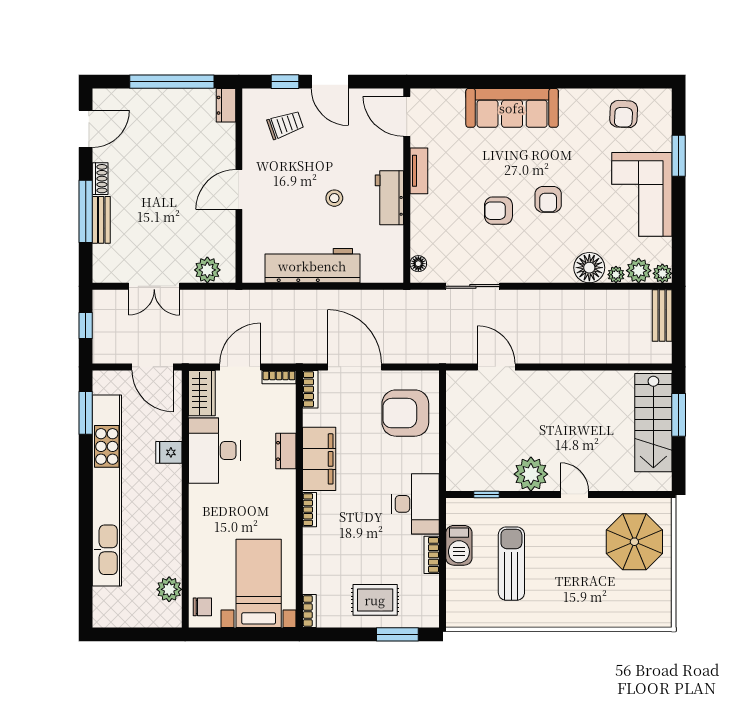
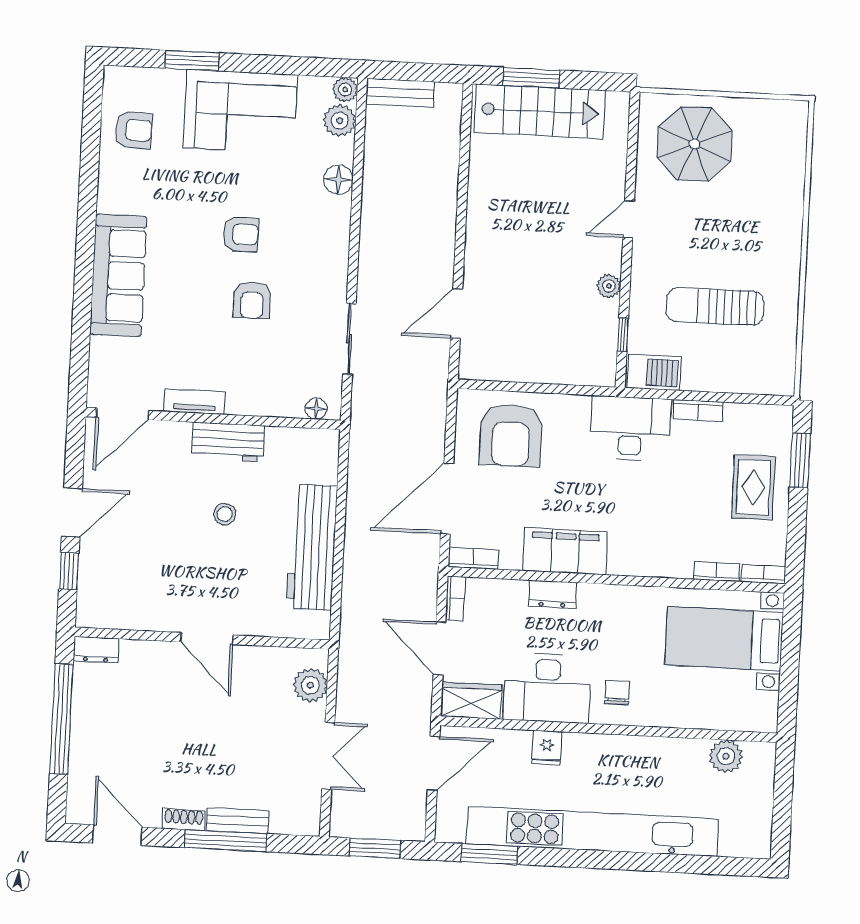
trolley: (285, 125) -> (125, 574), removed
floor lamp: (589, 268) -> (338, 180), width x0.73, depth x0.73
plant: (616, 275) -> (343, 150), removed
window: (86, 326) -> (375, 848), width x1.50
plant: (531, 474) -> (609, 286), width x0.53, depth x0.53
bookcase: (310, 510) -> (717, 572), moved
barbecue: (459, 545) -> (654, 372), moved
chair: (202, 607) -> (617, 693), moved

